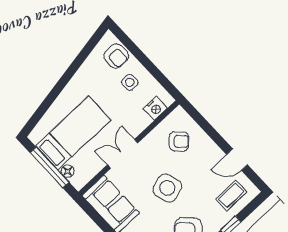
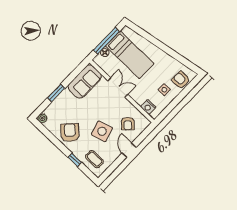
armchair: (116, 56) -> (181, 80), turned 90
door: (237, 160) -> (129, 150), moved
side table: (167, 188) -> (102, 131), moved

